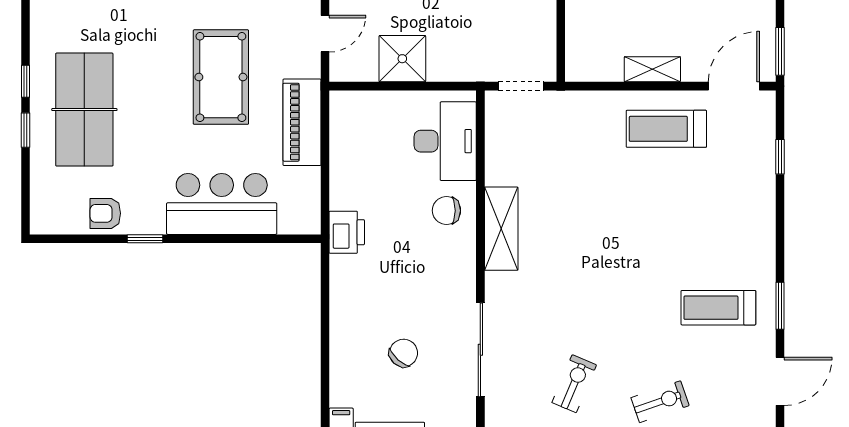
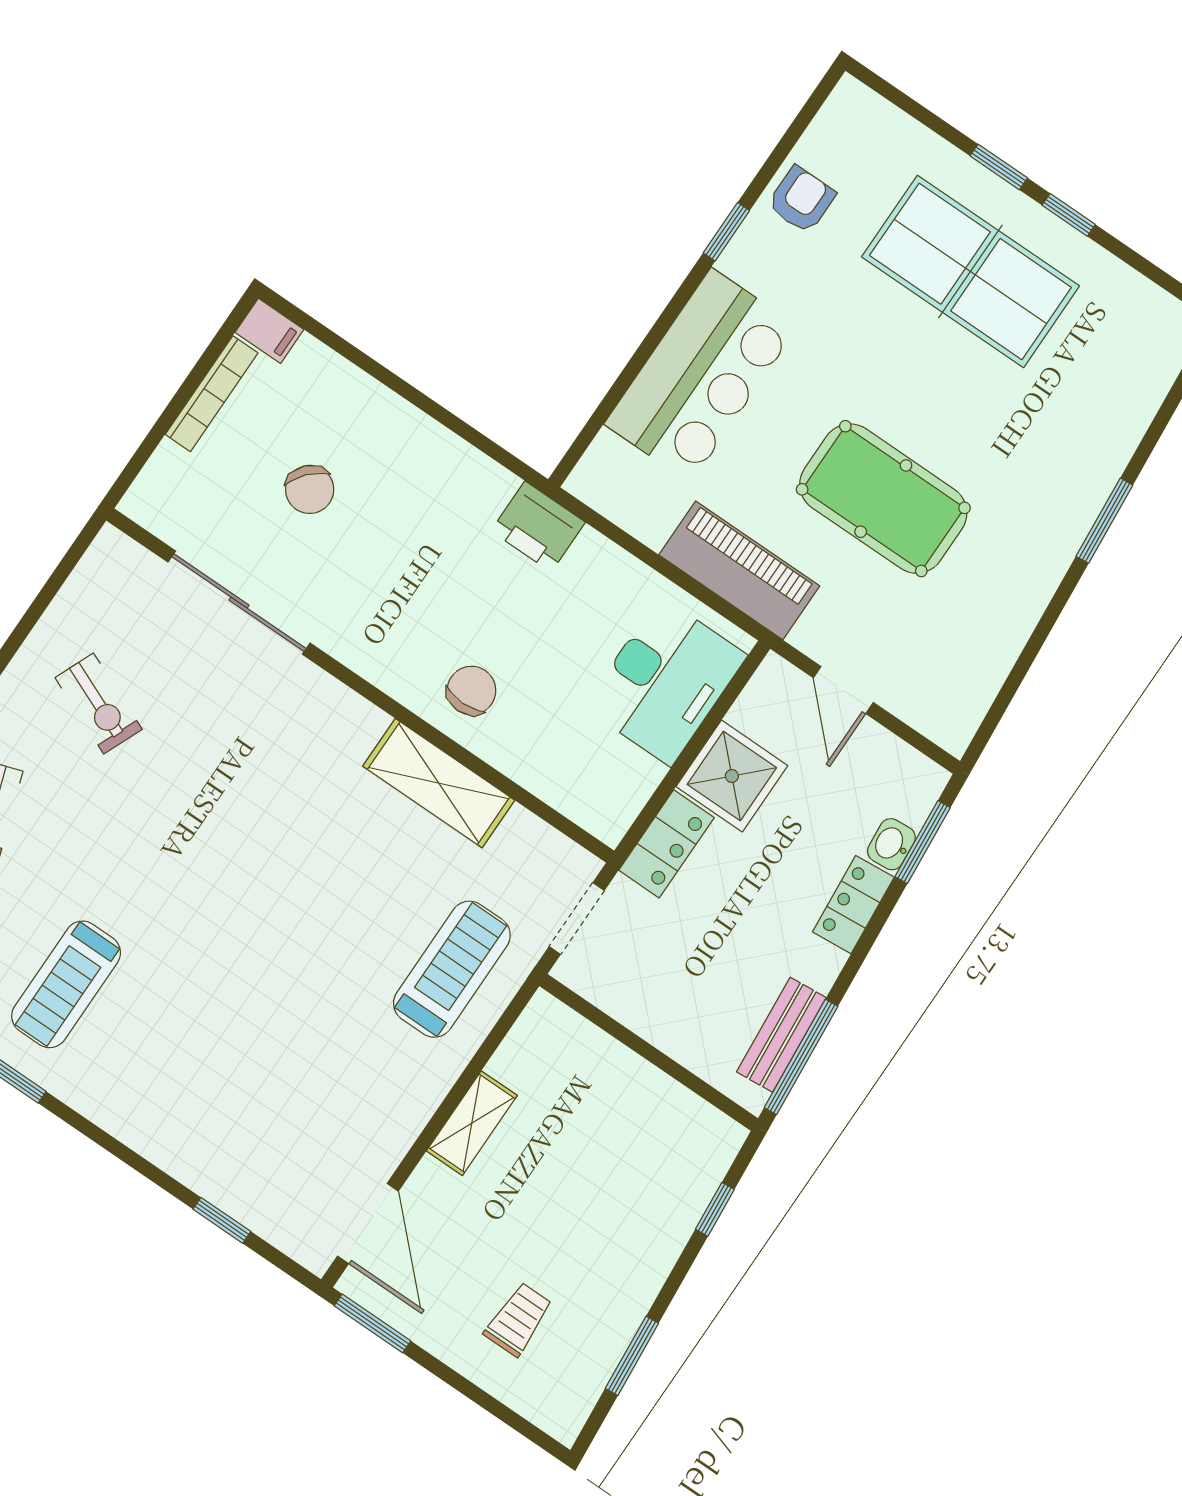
locker: (456, 68) -> (666, 844), added
treadmill: (666, 129) -> (452, 969), moved
desk: (445, 141) -> (665, 681), moved, turned -90
shelving: (501, 229) -> (439, 783), moved
treadmill: (718, 308) -> (66, 984), turned 180

